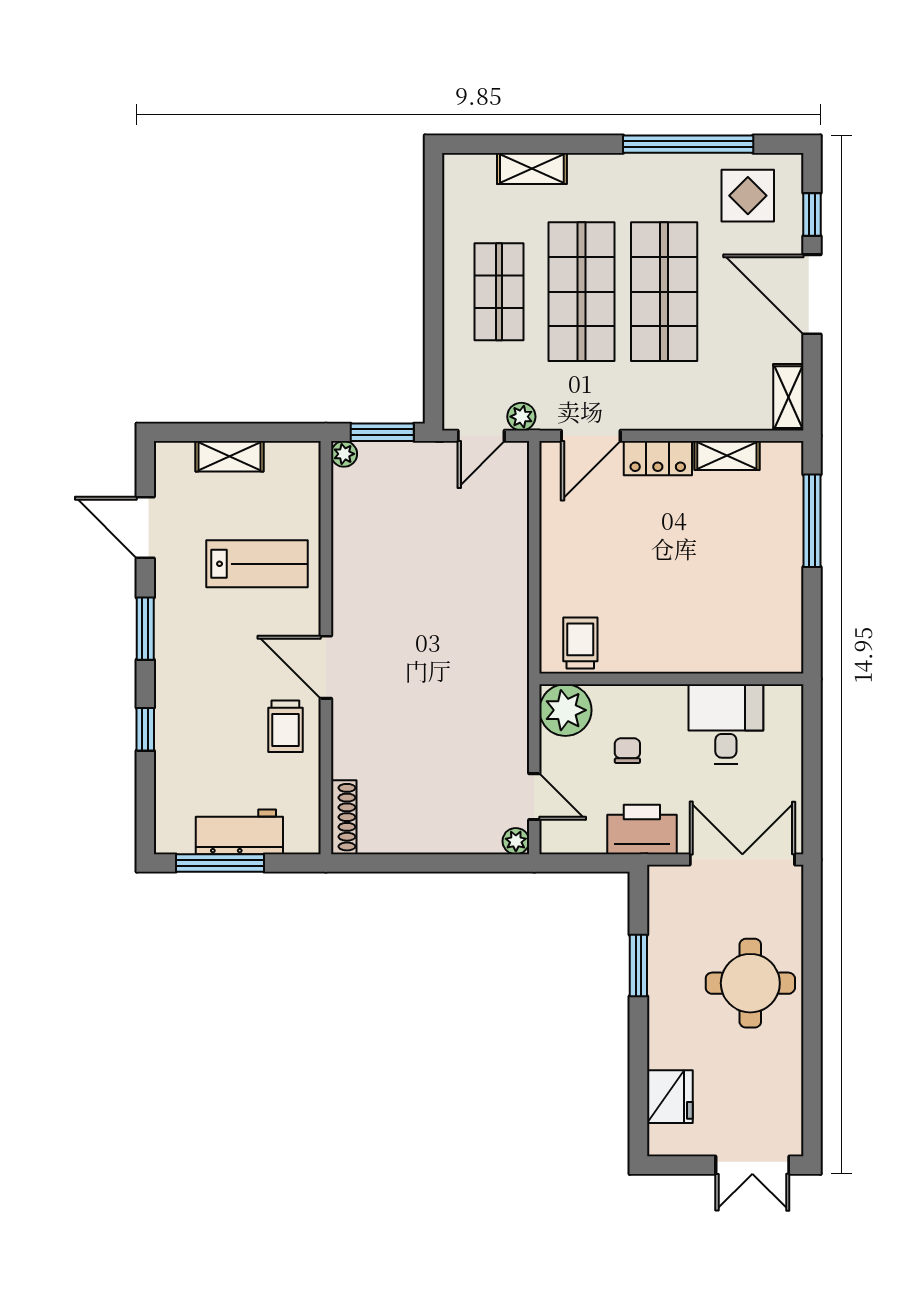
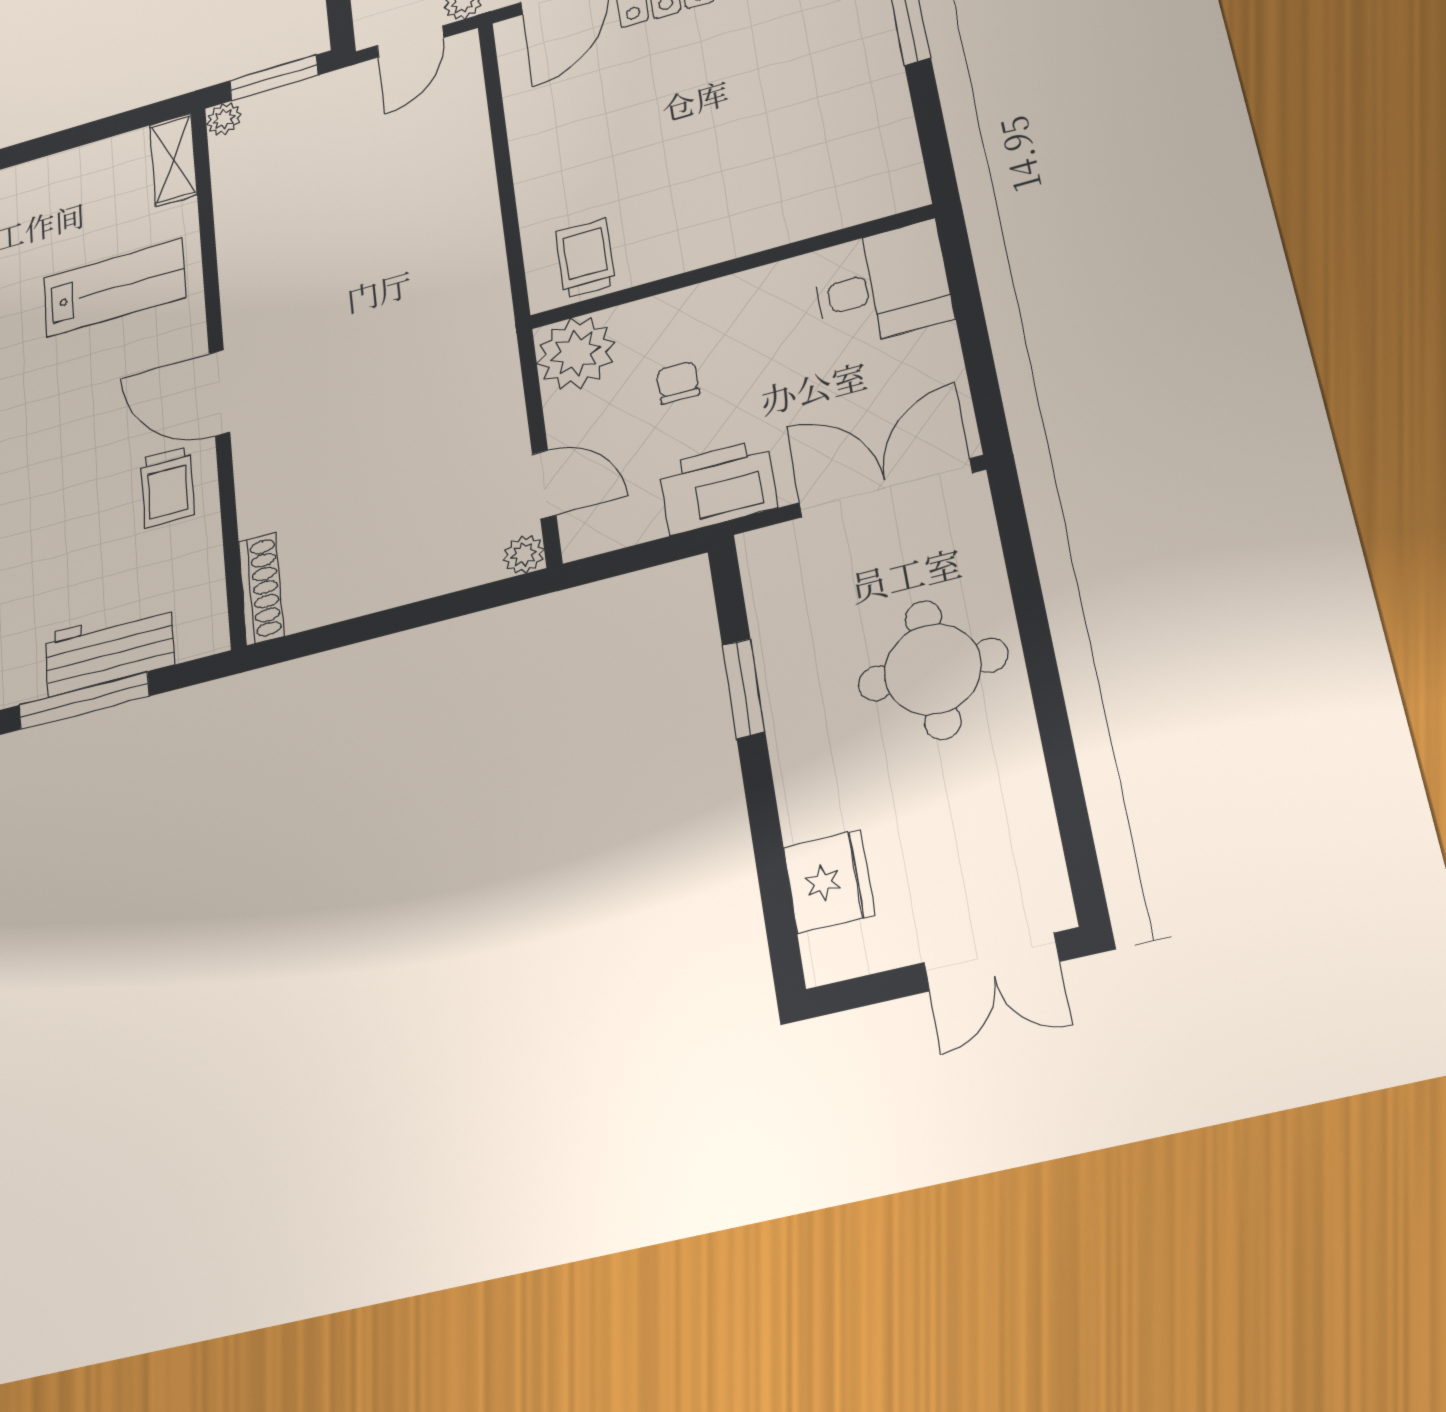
shelving: (229, 456) -> (173, 160), moved, turned 90
desk: (726, 724) -> (882, 285), moved, turned 90

